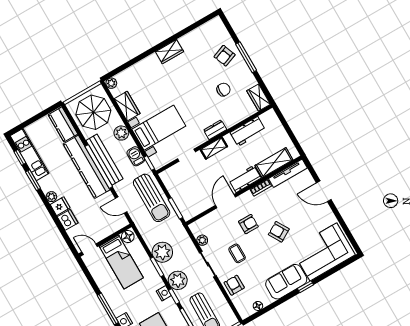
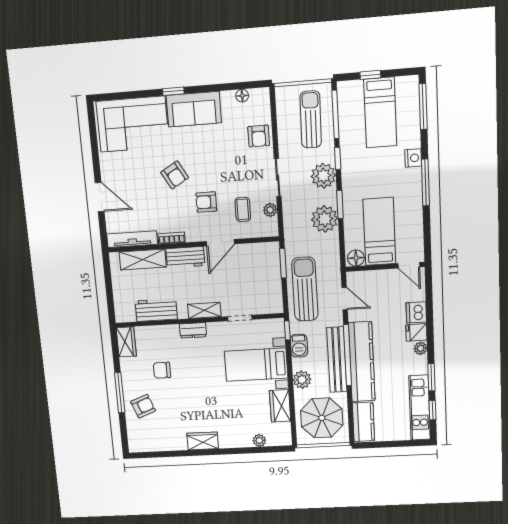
plant: (111, 83) -> (259, 440), moved
coffee table: (237, 253) -> (243, 209), moved
nightstand: (164, 293) -> (348, 168), removed

